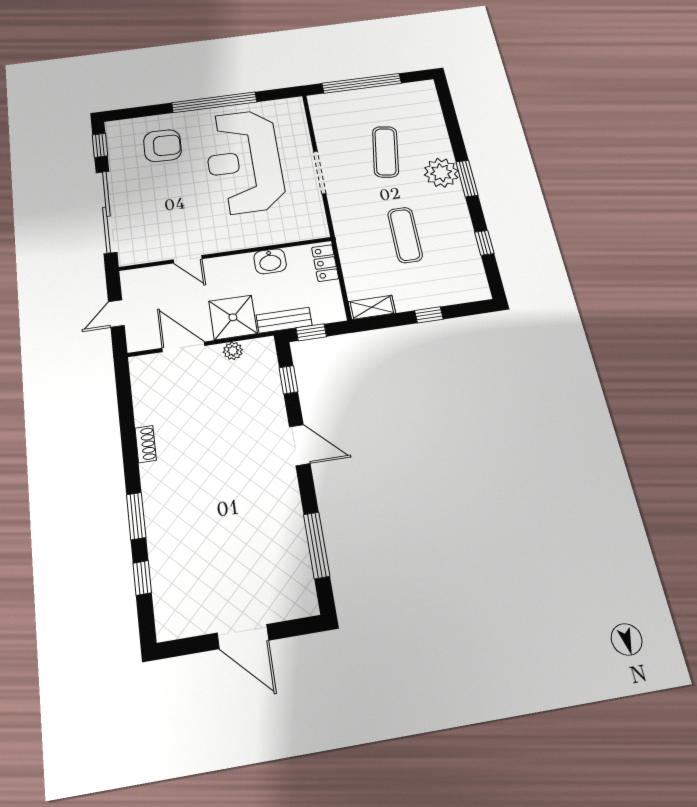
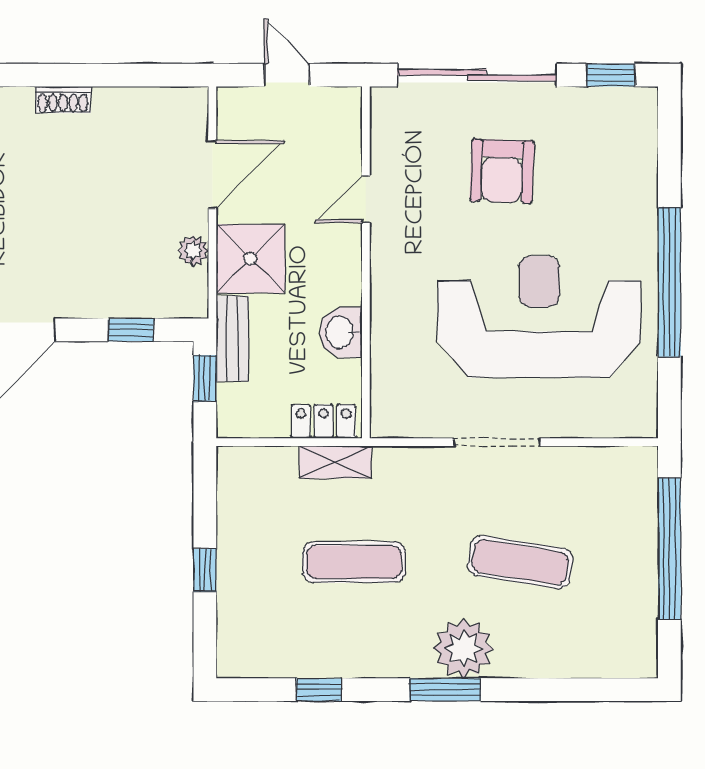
armchair: (163, 146) -> (502, 171), moved
shelving: (372, 307) -> (335, 462), moved, turned 90

